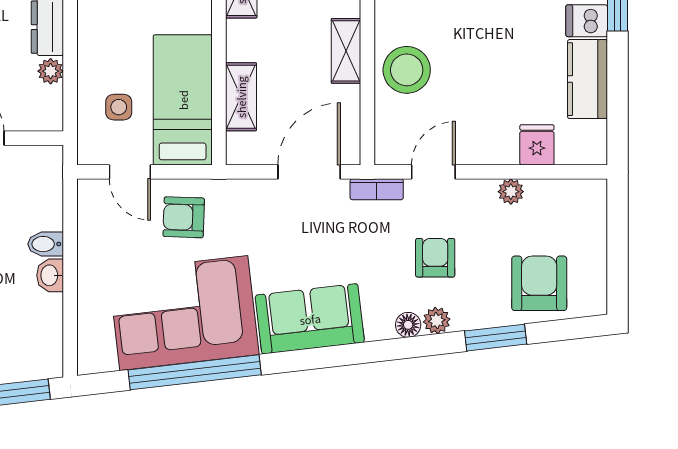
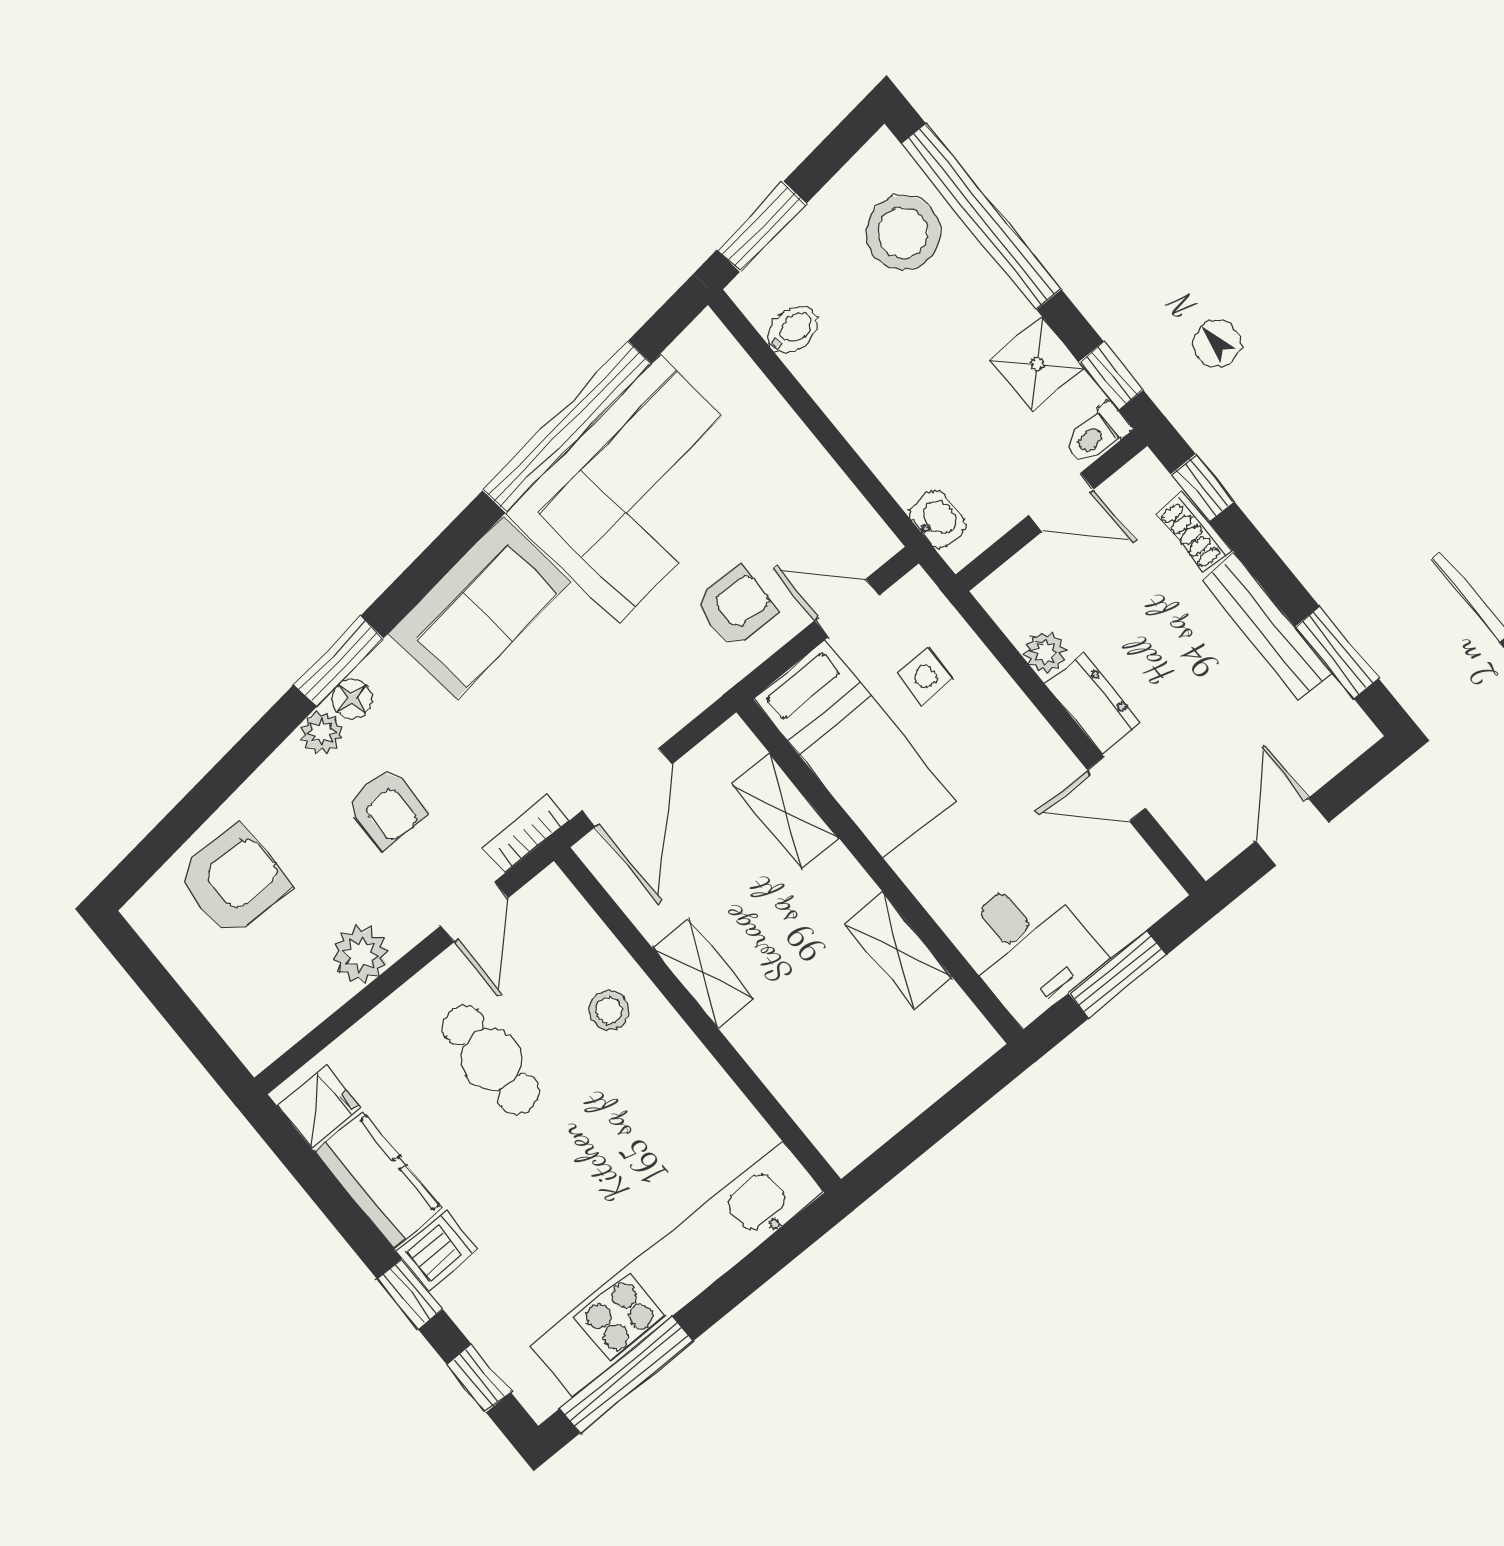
stool: (407, 70) -> (609, 1010), width x0.53, depth x0.53
cafe table: (484, 93) -> (491, 1059), added
fridge: (537, 145) -> (319, 1107), moved, turned -90
plant: (511, 192) -> (361, 954), width x1.38, depth x1.38
bidet: (46, 244) -> (792, 330), moved
washbasin: (50, 275) -> (937, 519), moved
armchair: (539, 283) -> (233, 881), turned -90
window: (496, 338) -> (339, 661), moved

